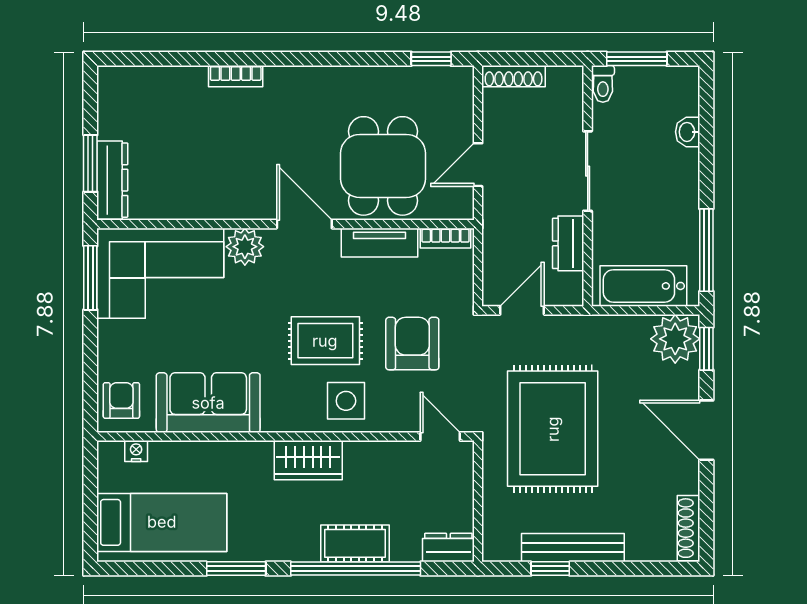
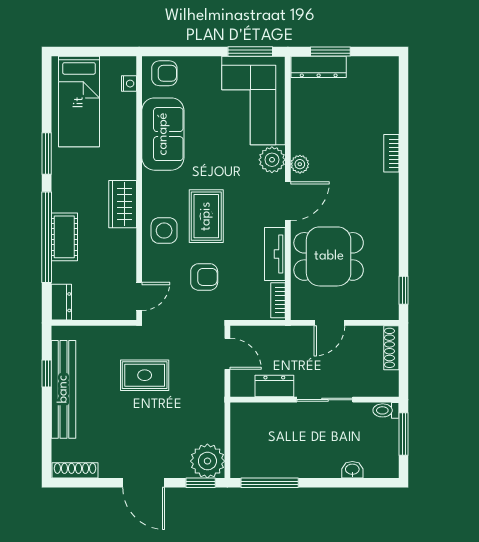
door: (478, 165) -> (329, 323), swing flipped
plant: (251, 207) -> (300, 164), added
bathtub: (643, 286) -> (245, 439), removed
armchair: (412, 344) -> (204, 277), width x0.72, depth x0.72
rug: (553, 429) -> (145, 375), width x0.54, depth x0.49
door: (706, 430) -> (144, 483), swing flipped
bench: (573, 548) -> (63, 389), width x1.37, depth x1.21

